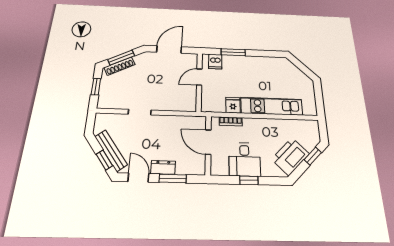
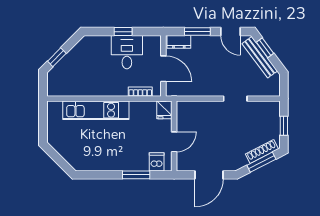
fridge: (233, 105) -> (164, 110), moved
printer: (290, 156) -> (80, 56), removed
dresser: (163, 167) -> (179, 42), moved

